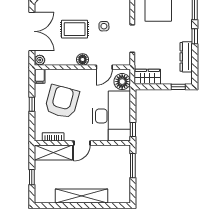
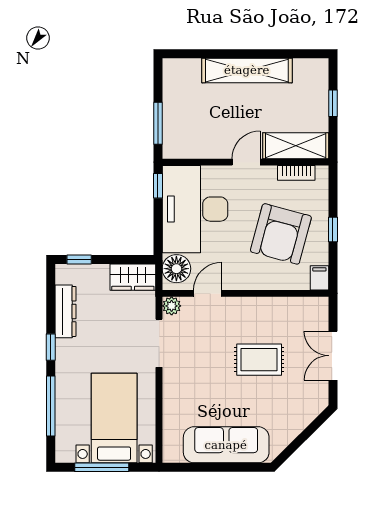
side table: (104, 26) -> (208, 365), removed
double door: (32, 31) -> (333, 356), width x0.73
floor lamp: (83, 59) -> (245, 307), removed
plant: (40, 60) -> (172, 306), moved

